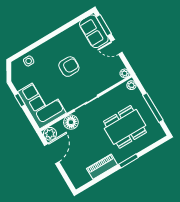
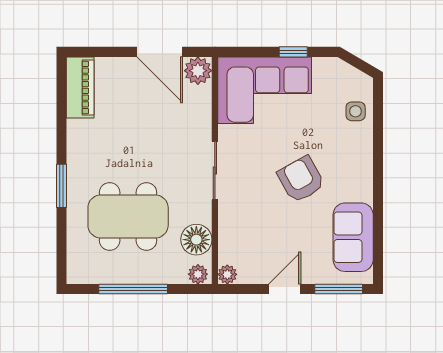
sofa: (94, 31) -> (353, 237), moved, turned -90
armchair: (69, 67) -> (301, 179), turned 151
floor lamp: (71, 122) -> (196, 240), moved
dining table: (125, 127) -> (128, 216), turned 90
piano: (102, 167) -> (80, 87), moved

